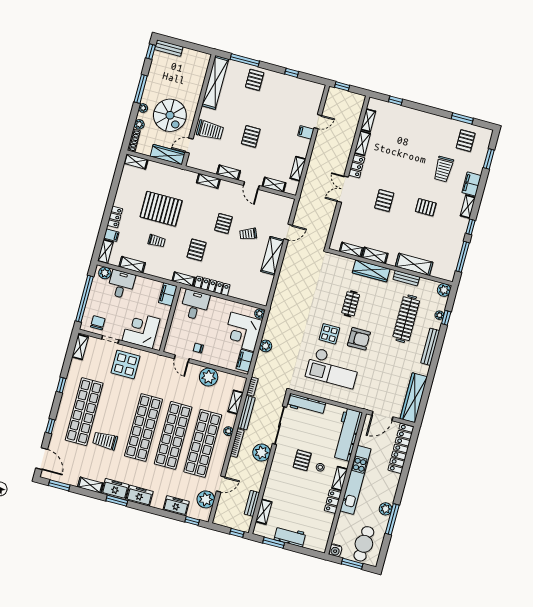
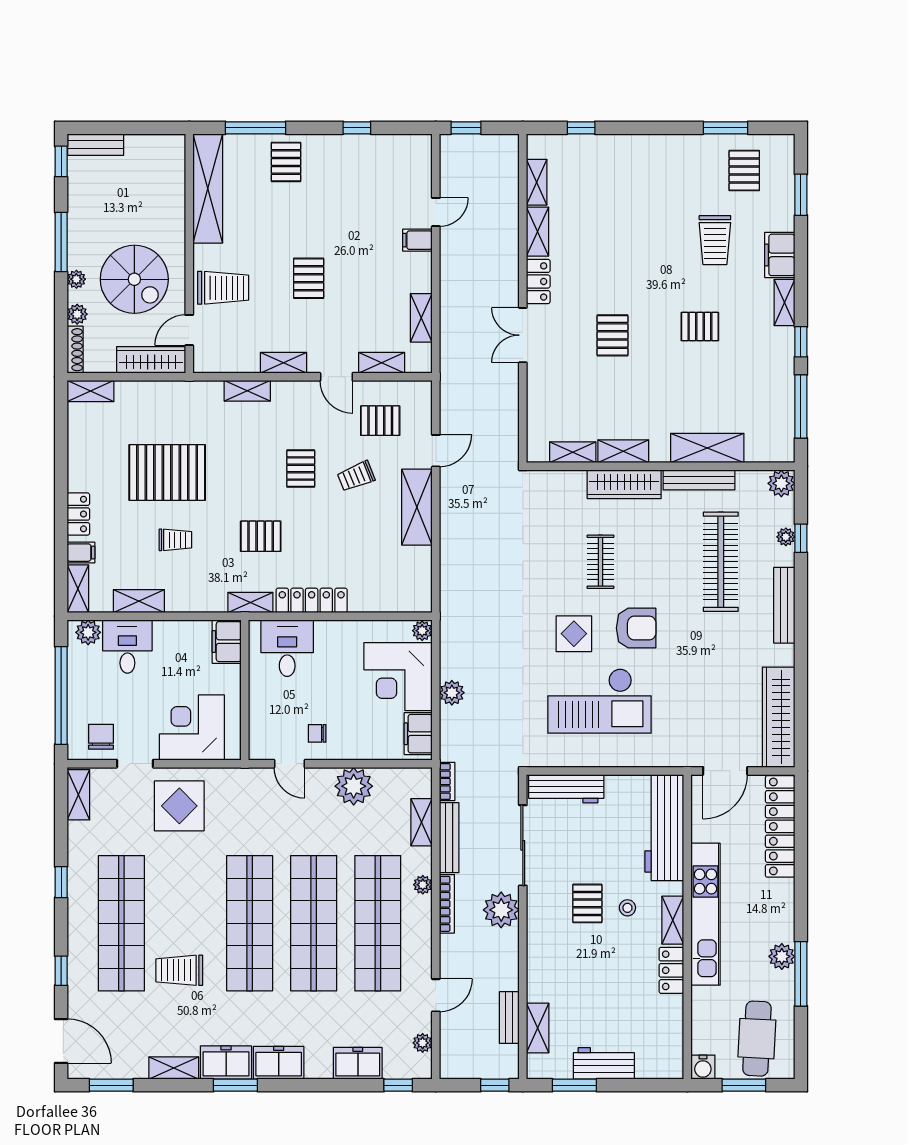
pallet: (266, 211) -> (380, 421), added
pallet: (197, 250) -> (261, 536), turned 90
bench: (406, 278) -> (699, 480), width x1.36
plant: (206, 499) -> (423, 1043), width x0.53, depth x0.53

